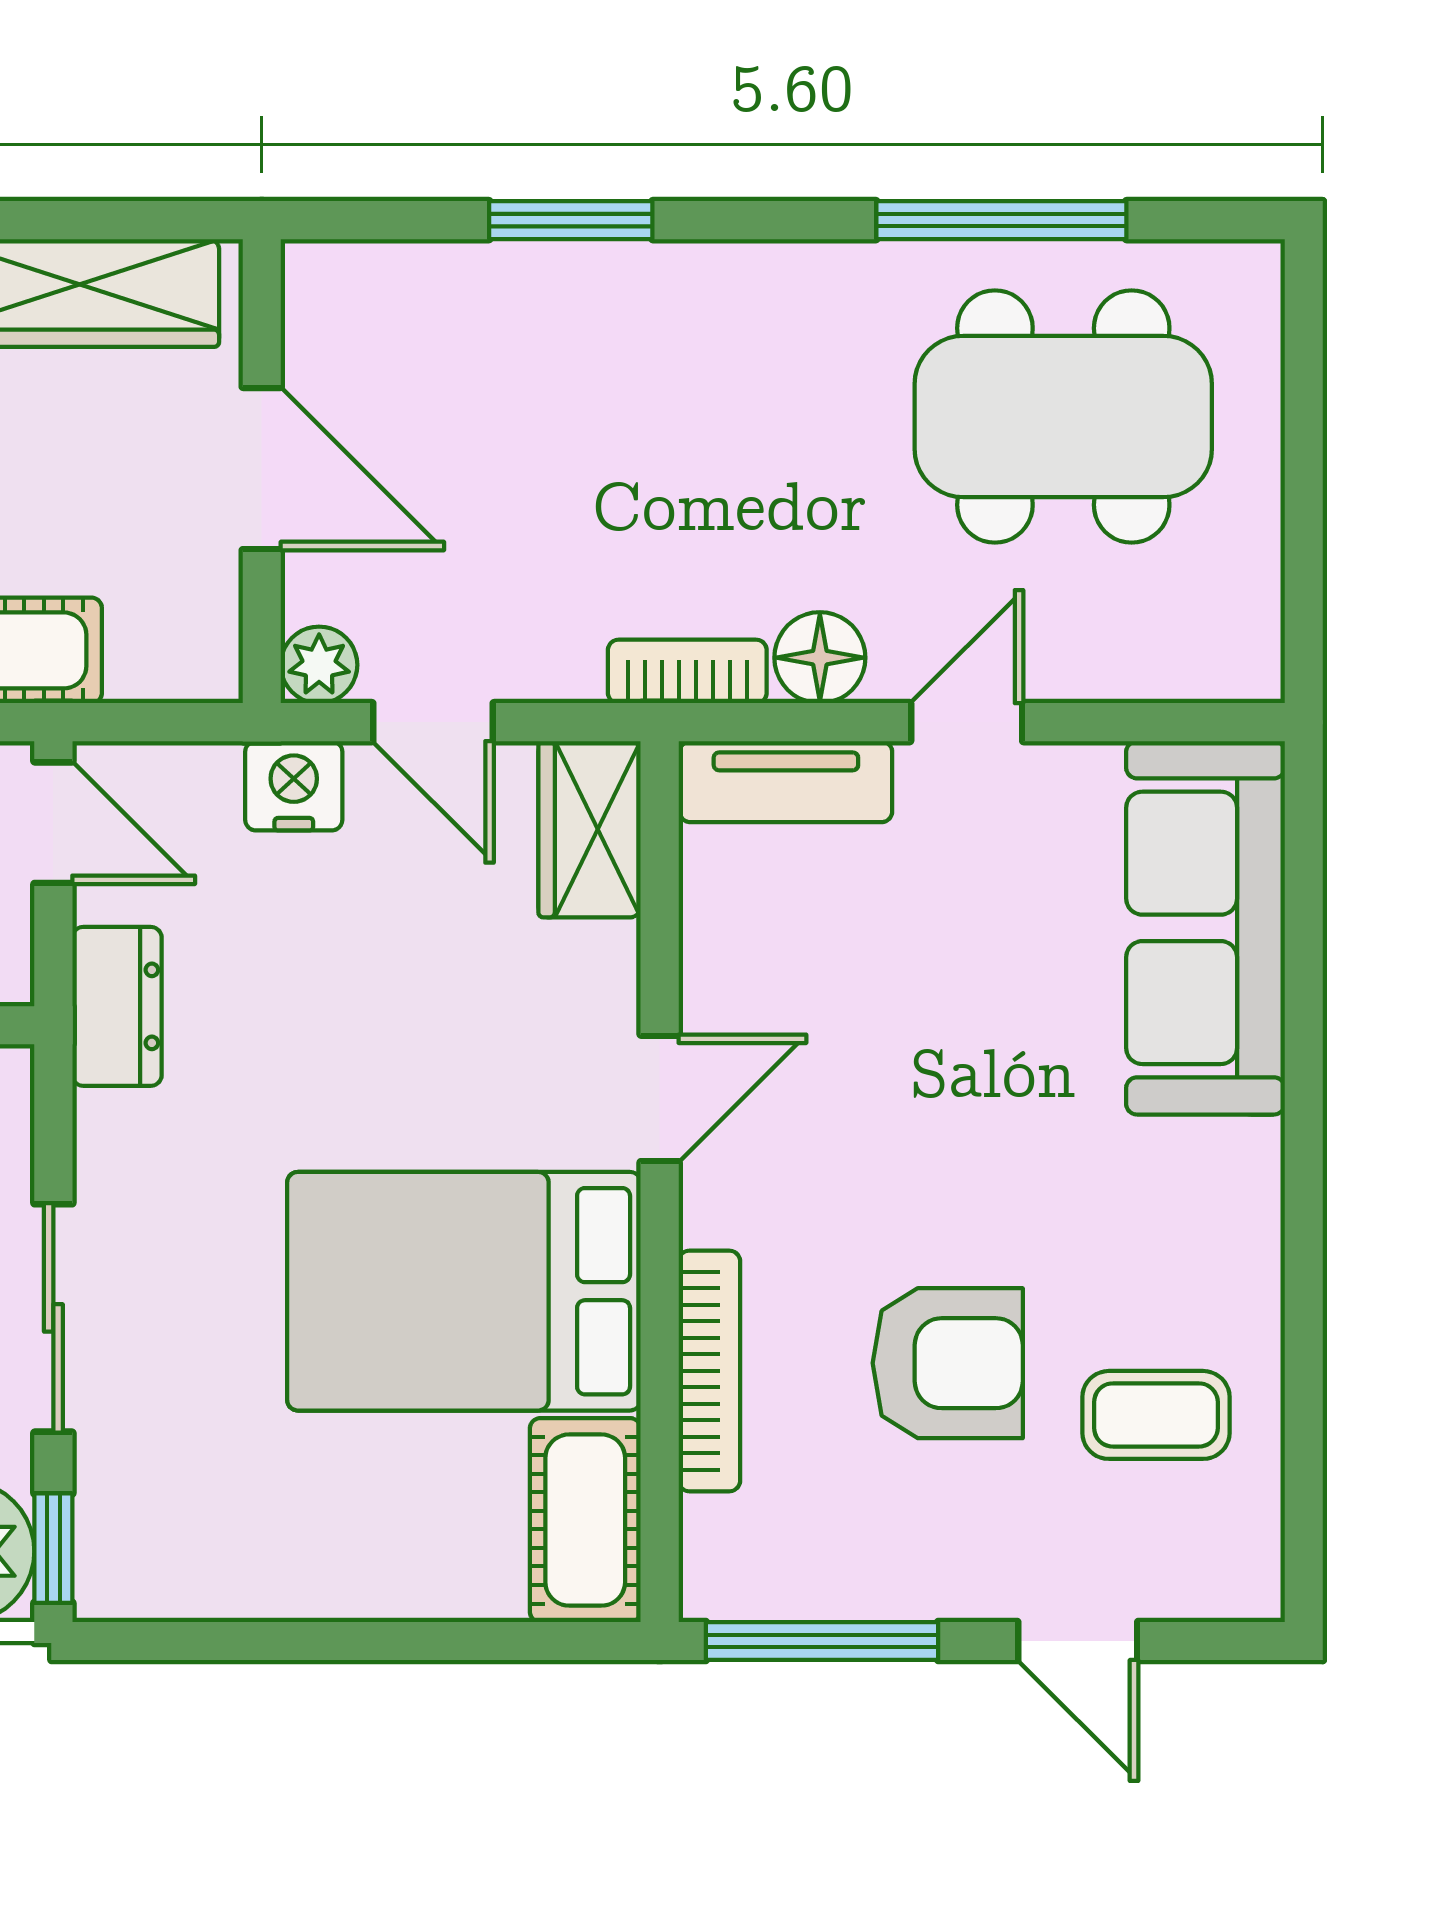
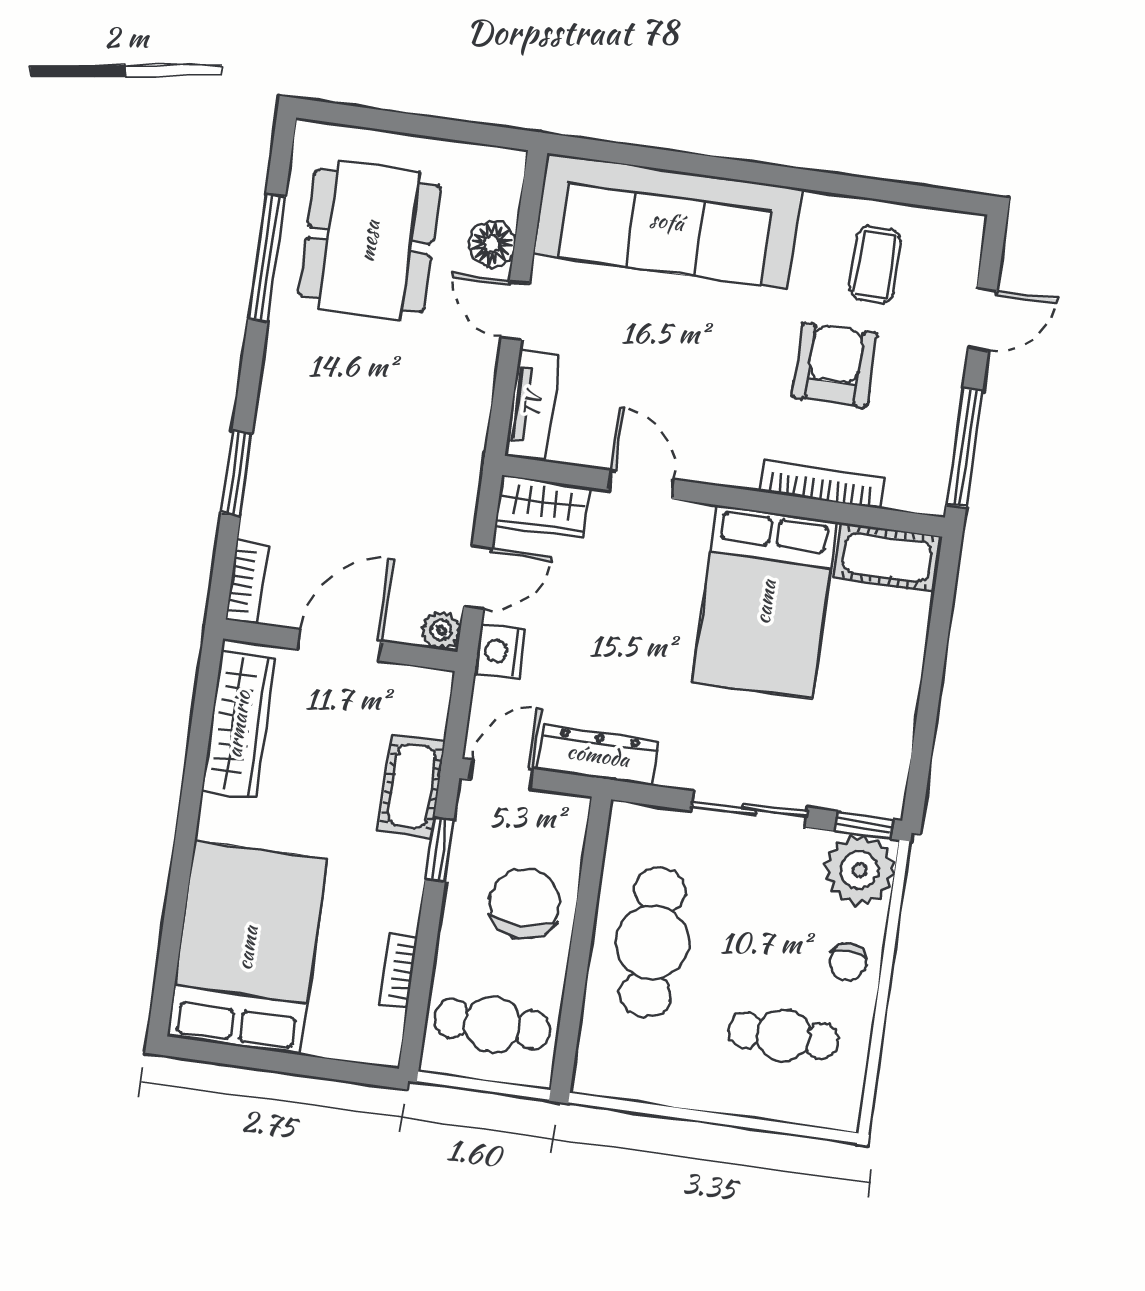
floor lamp: (820, 658) -> (492, 244), moved
bookcase: (687, 671) -> (247, 582), moved, turned 180
sofa: (1205, 928) -> (667, 221), width x1.36, depth x1.27
dresser: (117, 1006) -> (598, 755), width x1.44
door: (660, 1098) -> (642, 485), moved

